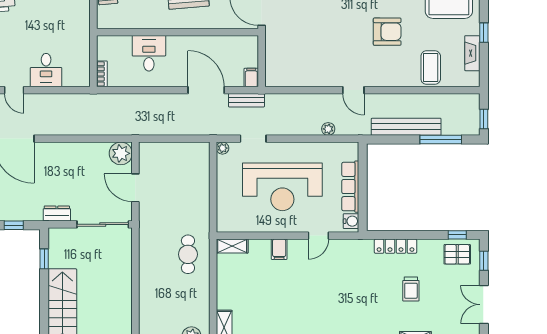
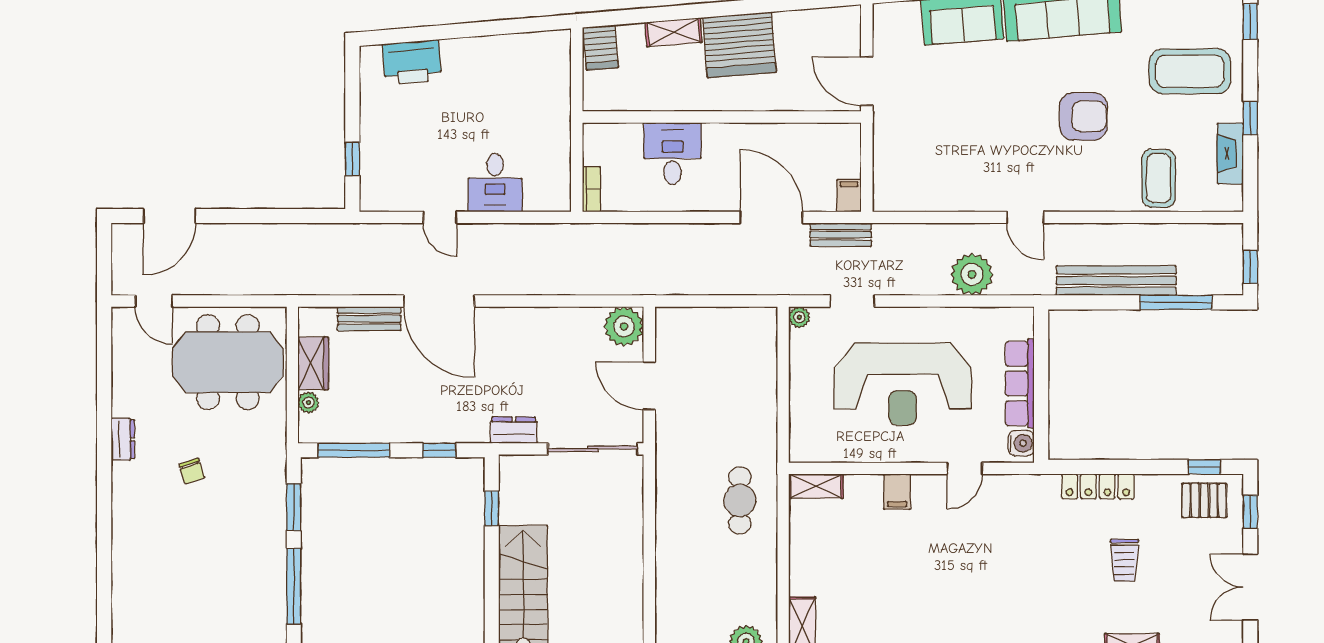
plant: (328, 129) -> (972, 274), width x1.87, depth x1.87

